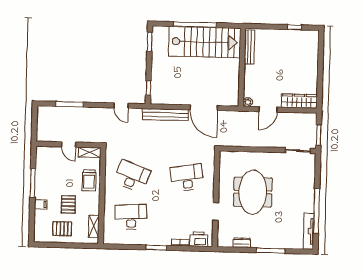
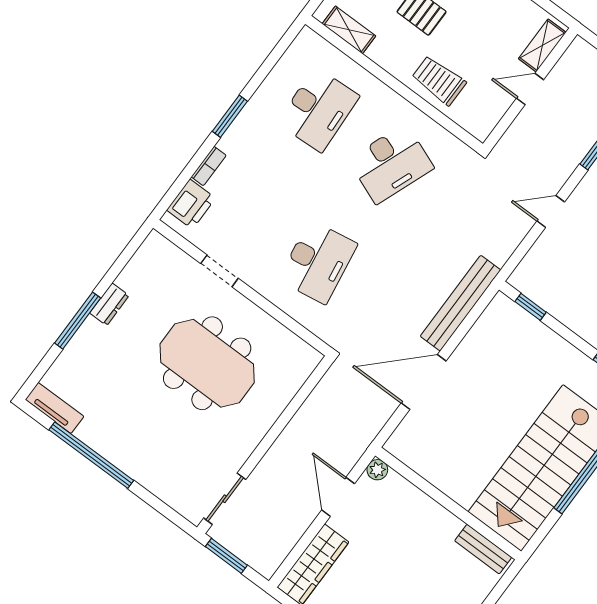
bench: (249, 47) -> (483, 549), width x0.73
door: (121, 106) -> (551, 212), moved
shelving: (90, 152) -> (542, 46), moved
tv unit: (309, 231) -> (55, 408), width x0.71
dresser: (242, 243) -> (109, 304), moved

